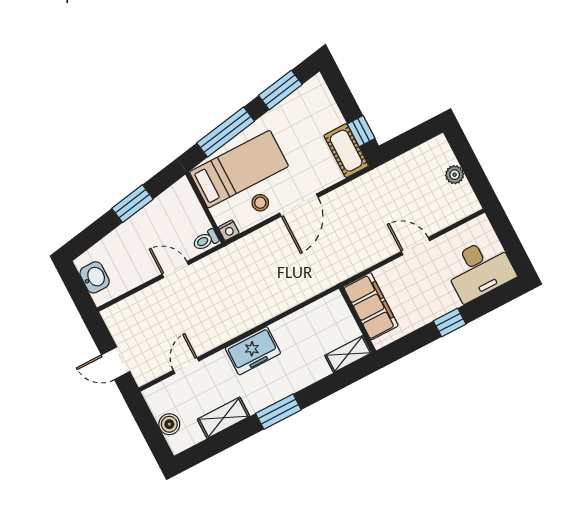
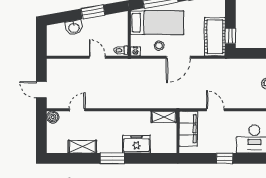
cot: (346, 151) -> (215, 37), width x1.37, depth x1.34
door: (416, 246) -> (215, 110), moved
washbasin: (95, 277) -> (74, 28), moved, turned 80
freezer: (253, 351) -> (136, 144), moved, turned 180
shelving: (348, 354) -> (164, 117), moved
boiler: (169, 424) -> (53, 117), moved

